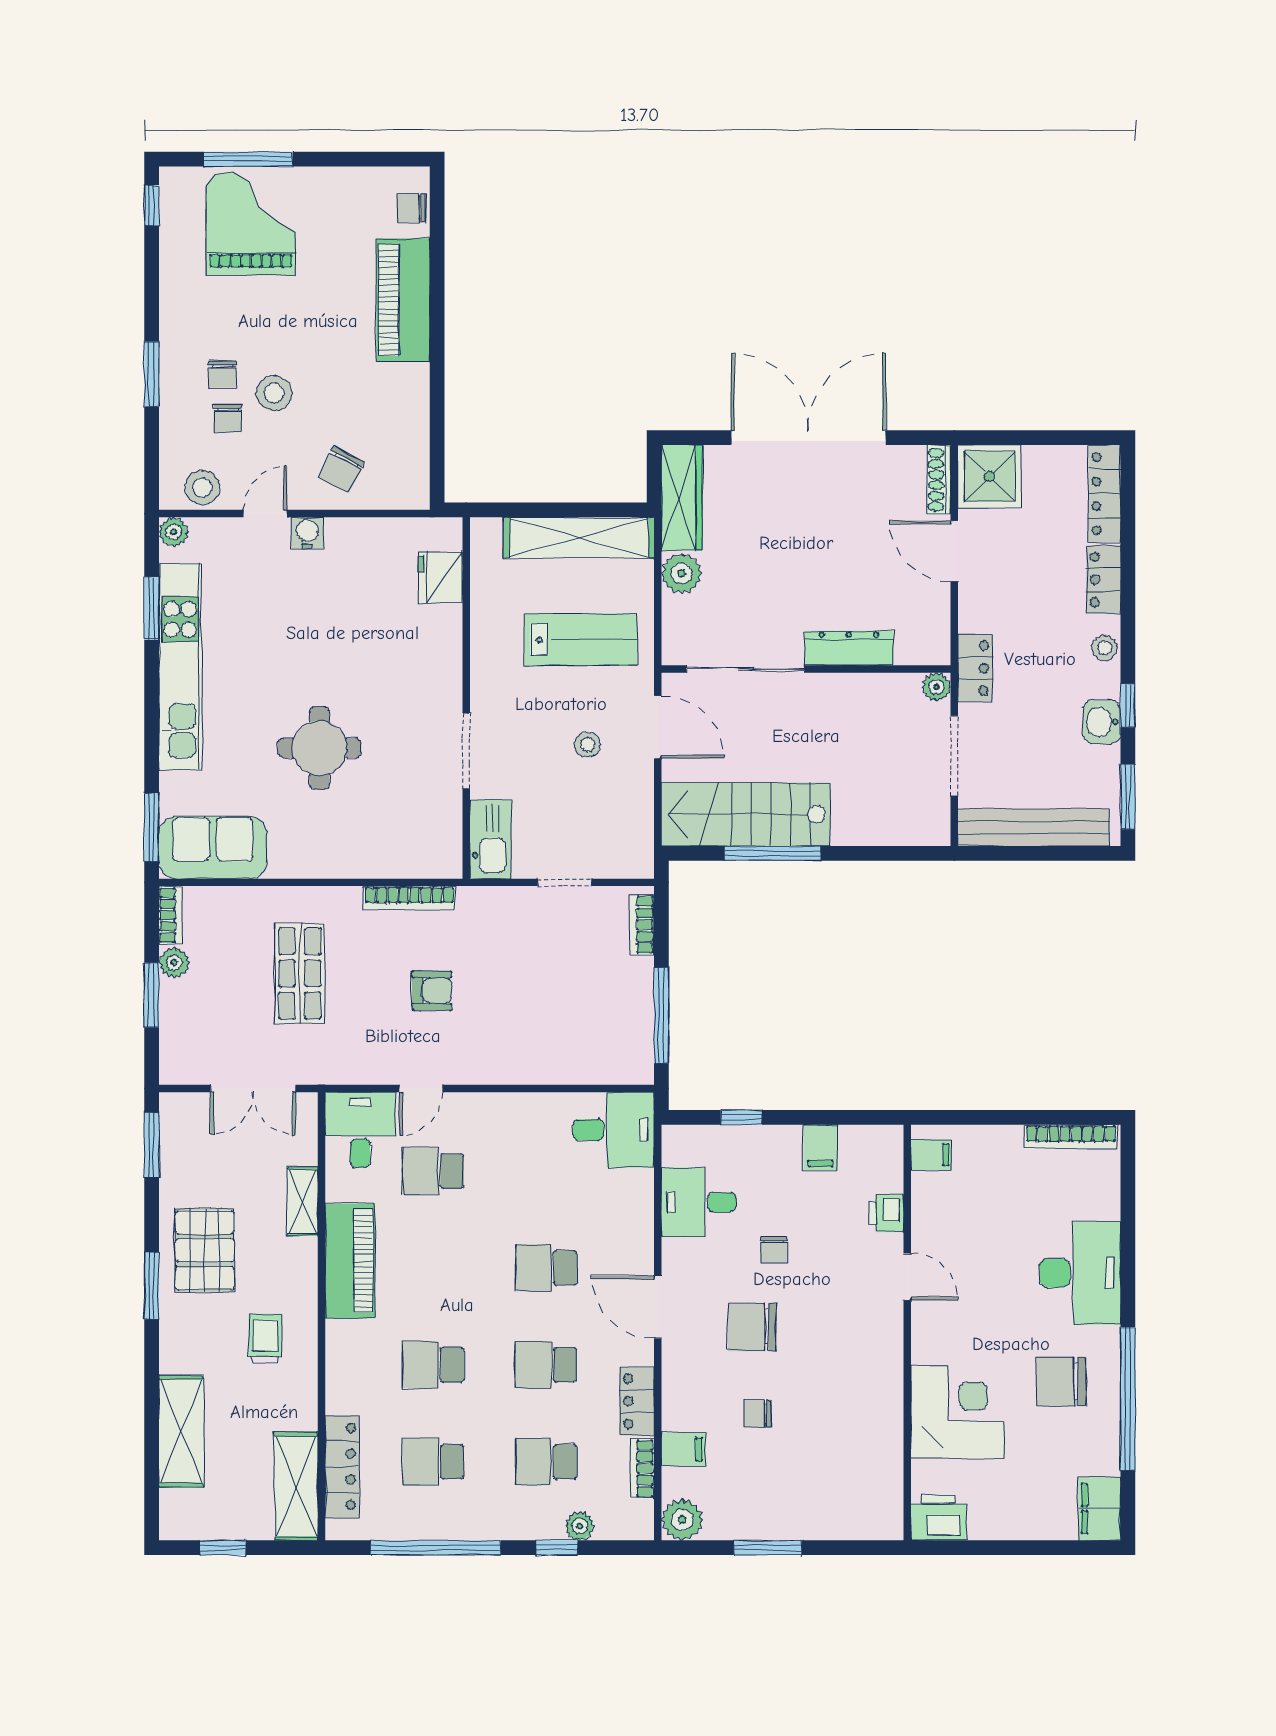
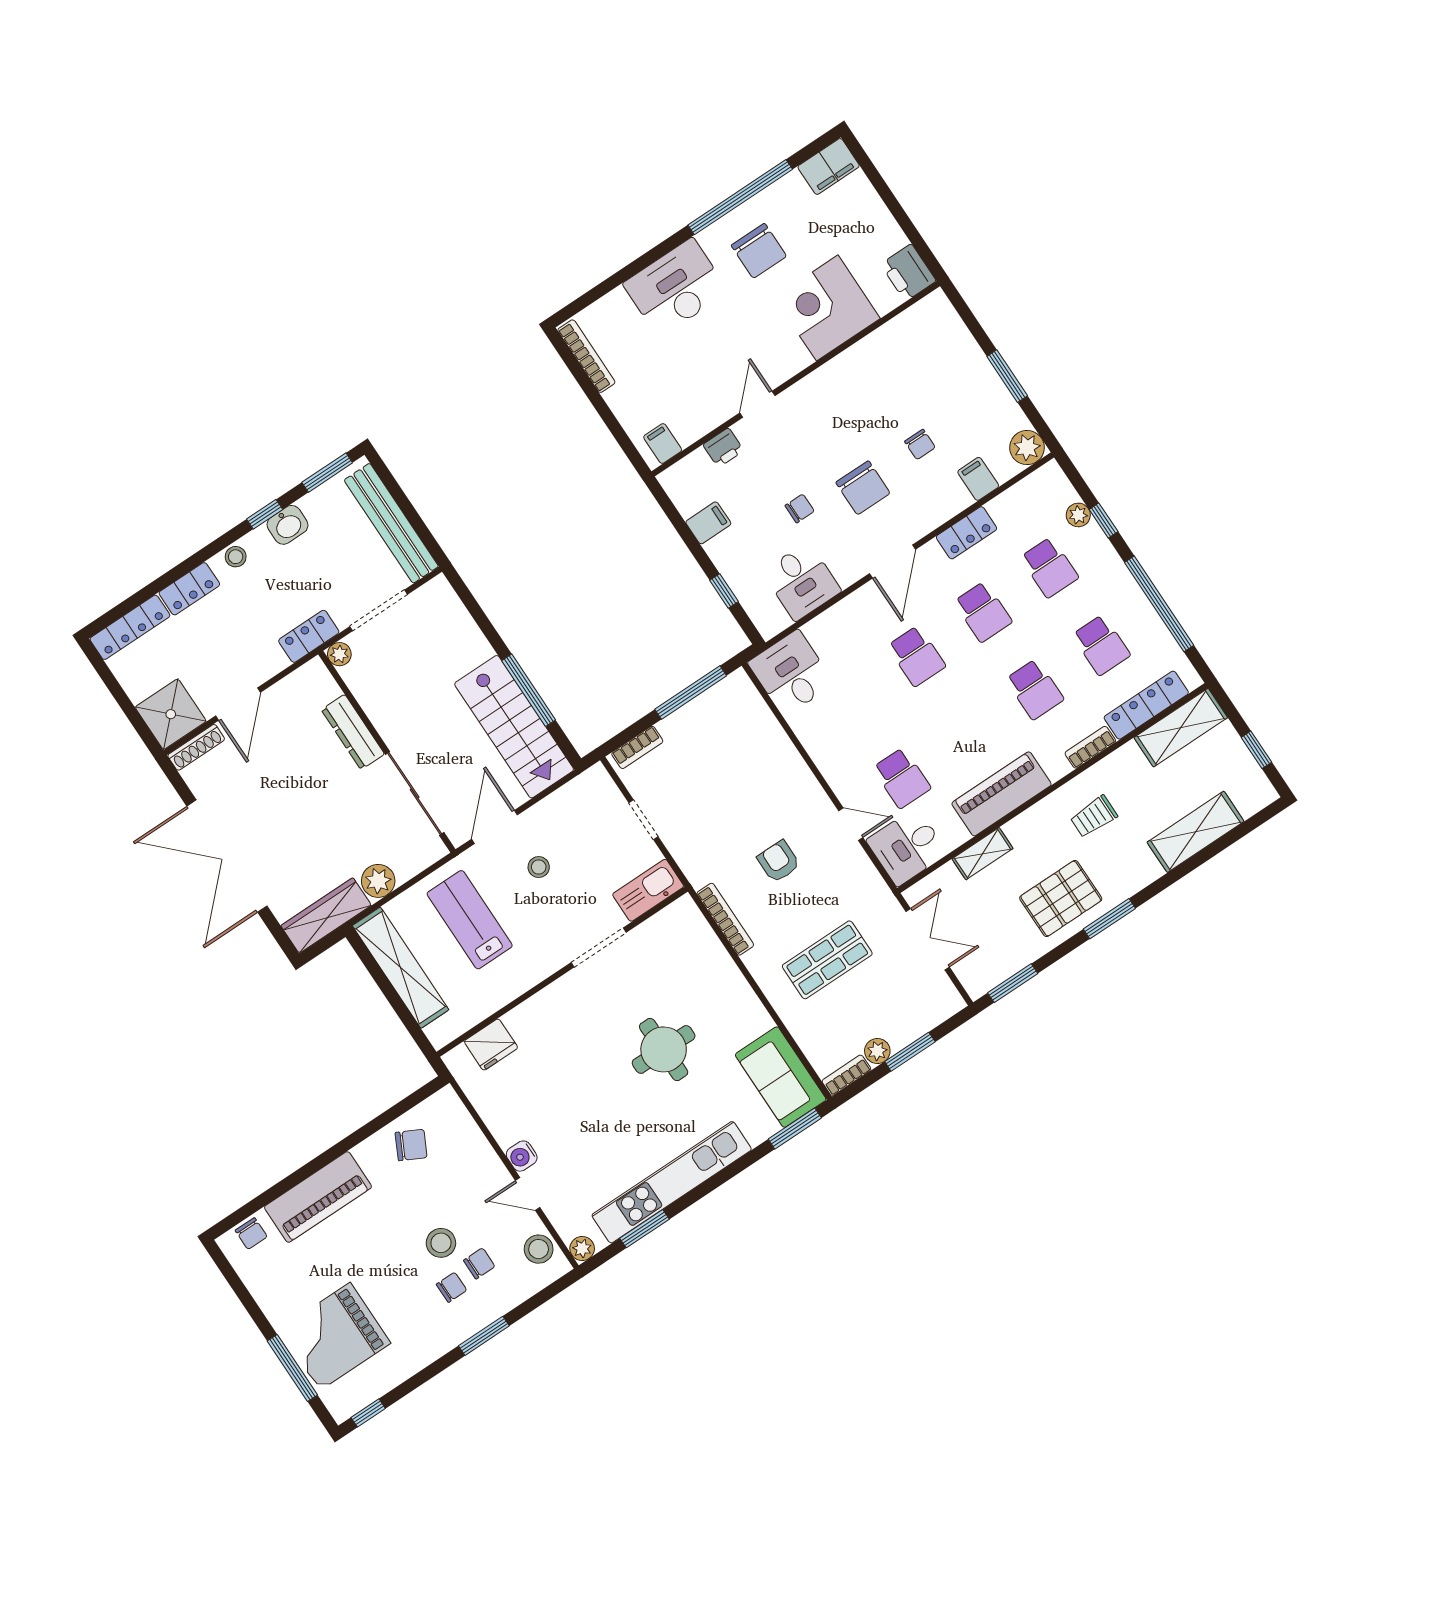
chair: (341, 469) -> (411, 1145), moved
bookcase: (642, 1468) -> (1090, 747), moved, turned 180

